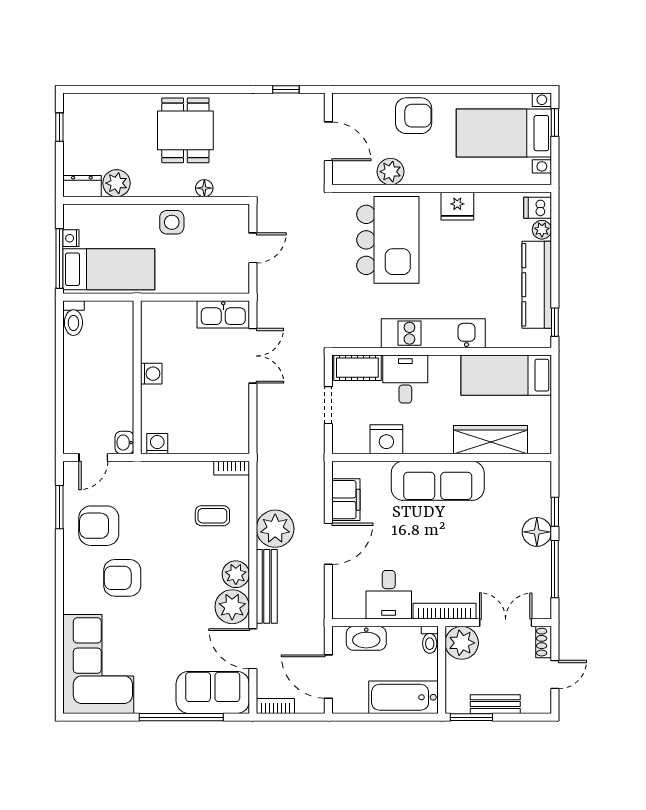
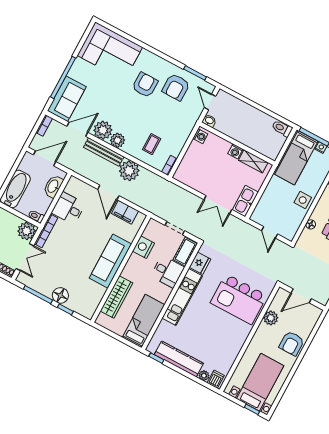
fridge: (457, 206) -> (200, 263), moved, turned 180
shelving: (152, 336) -> (253, 161), added
armchair: (99, 526) -> (176, 87), turned 180

